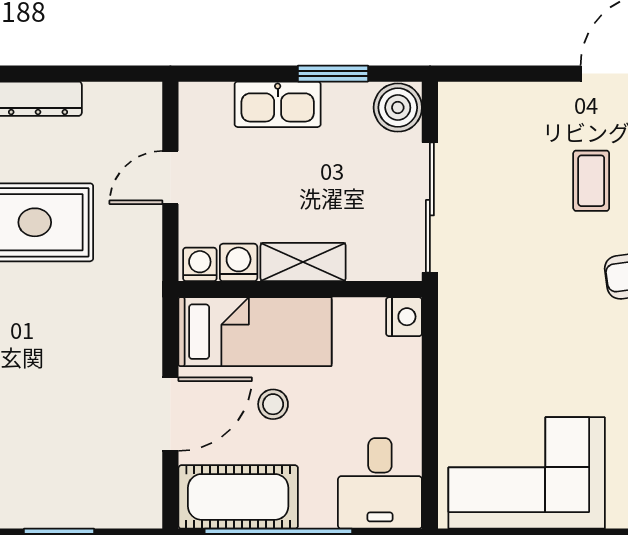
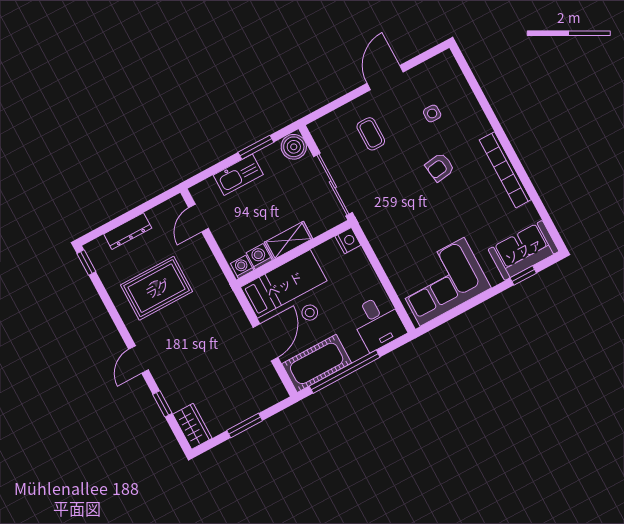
door: (170, 177) -> (199, 218), moved
coffee table: (591, 181) -> (371, 134), moved

